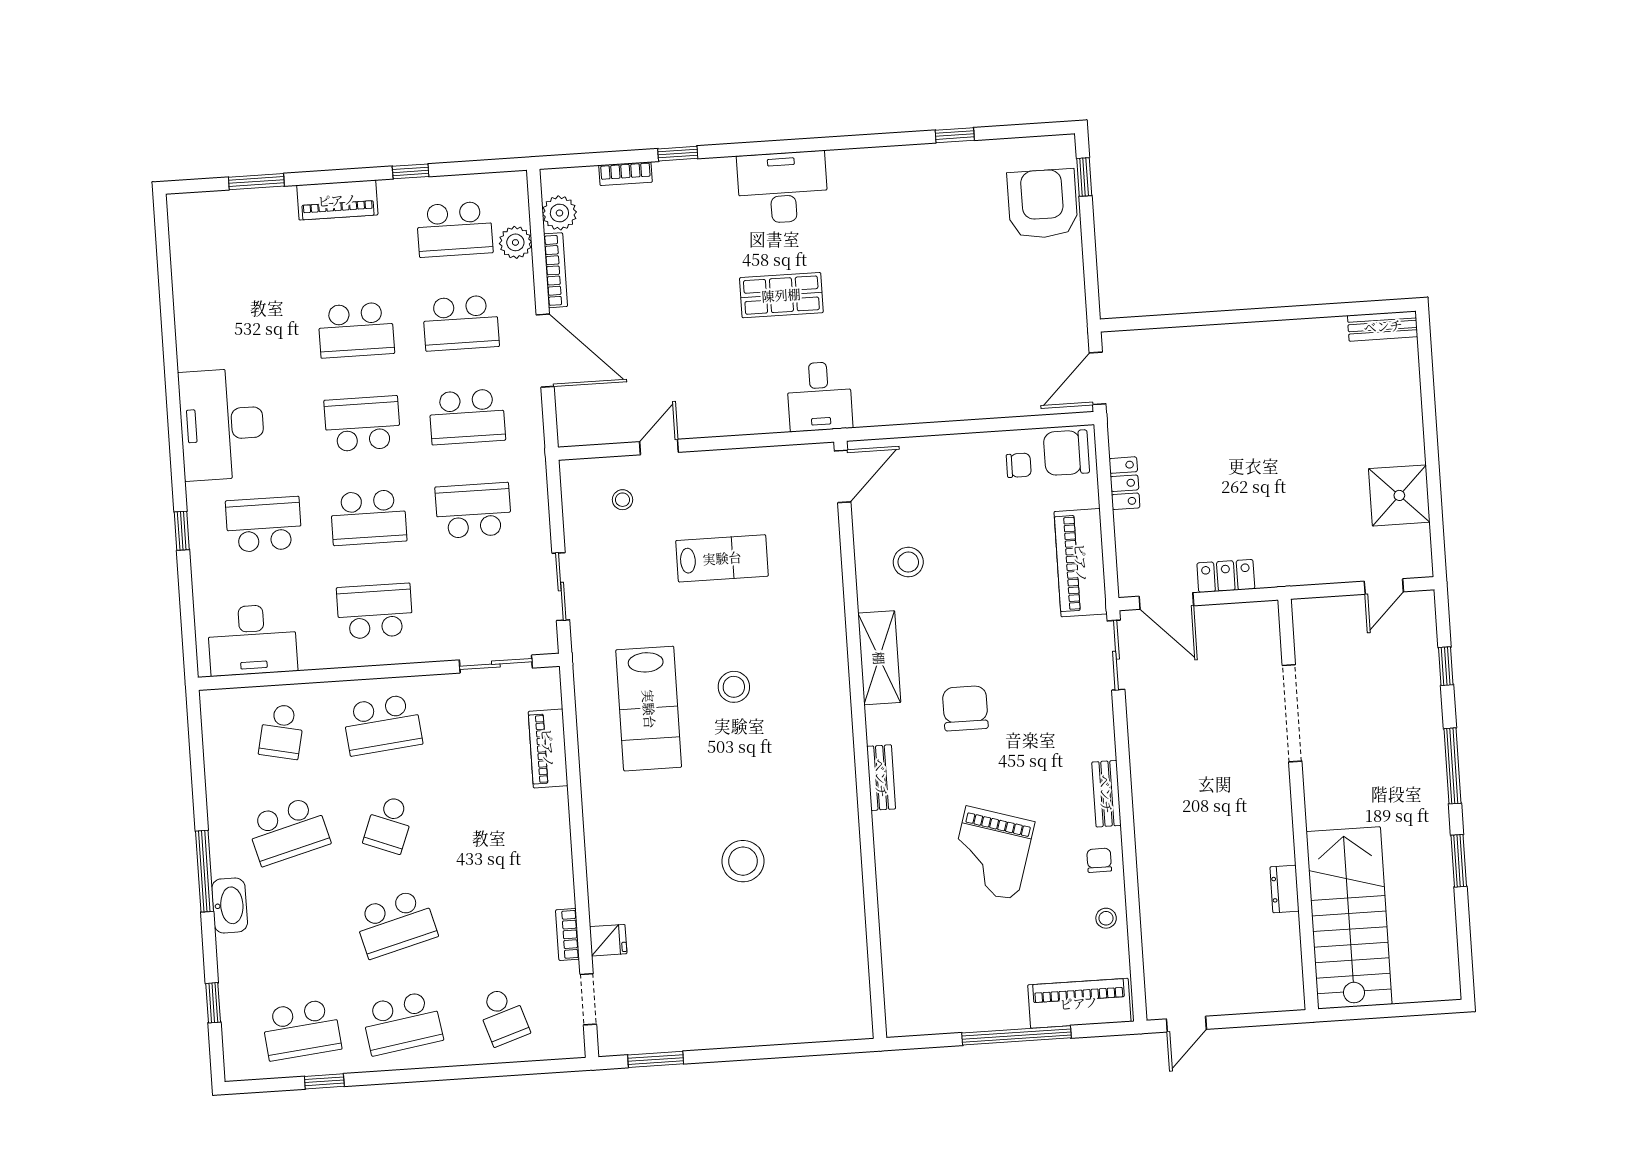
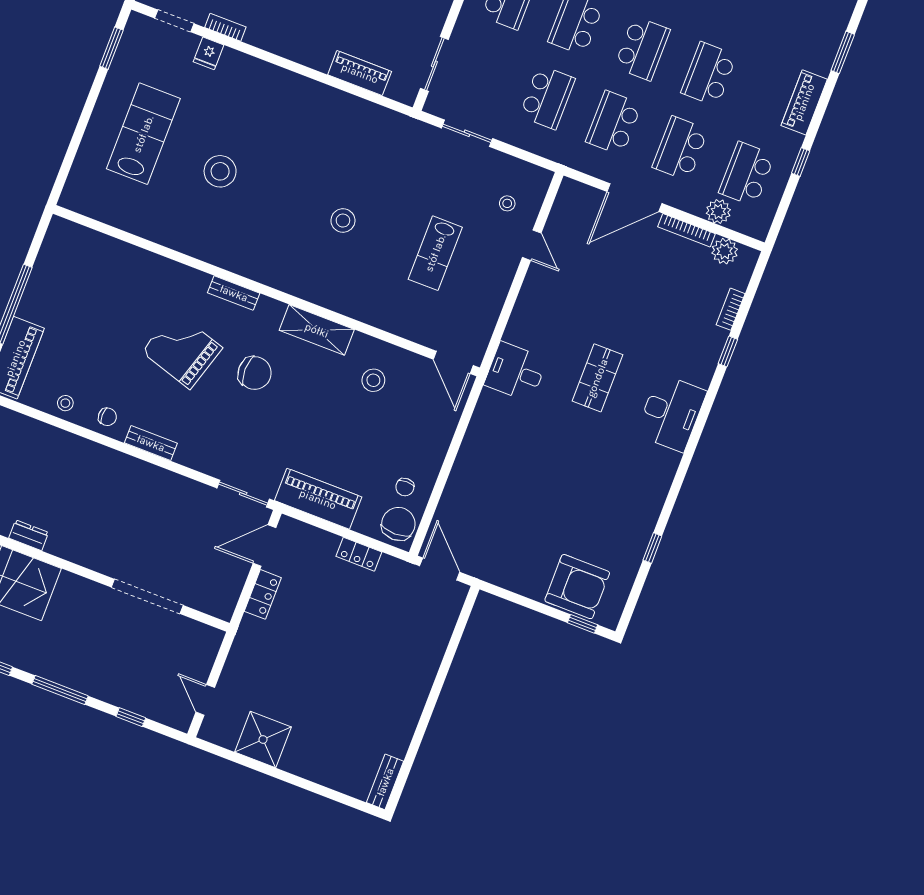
lab bench: (649, 709) -> (143, 134), moved, turned 90
grand piano: (991, 853) -> (182, 350), moved

